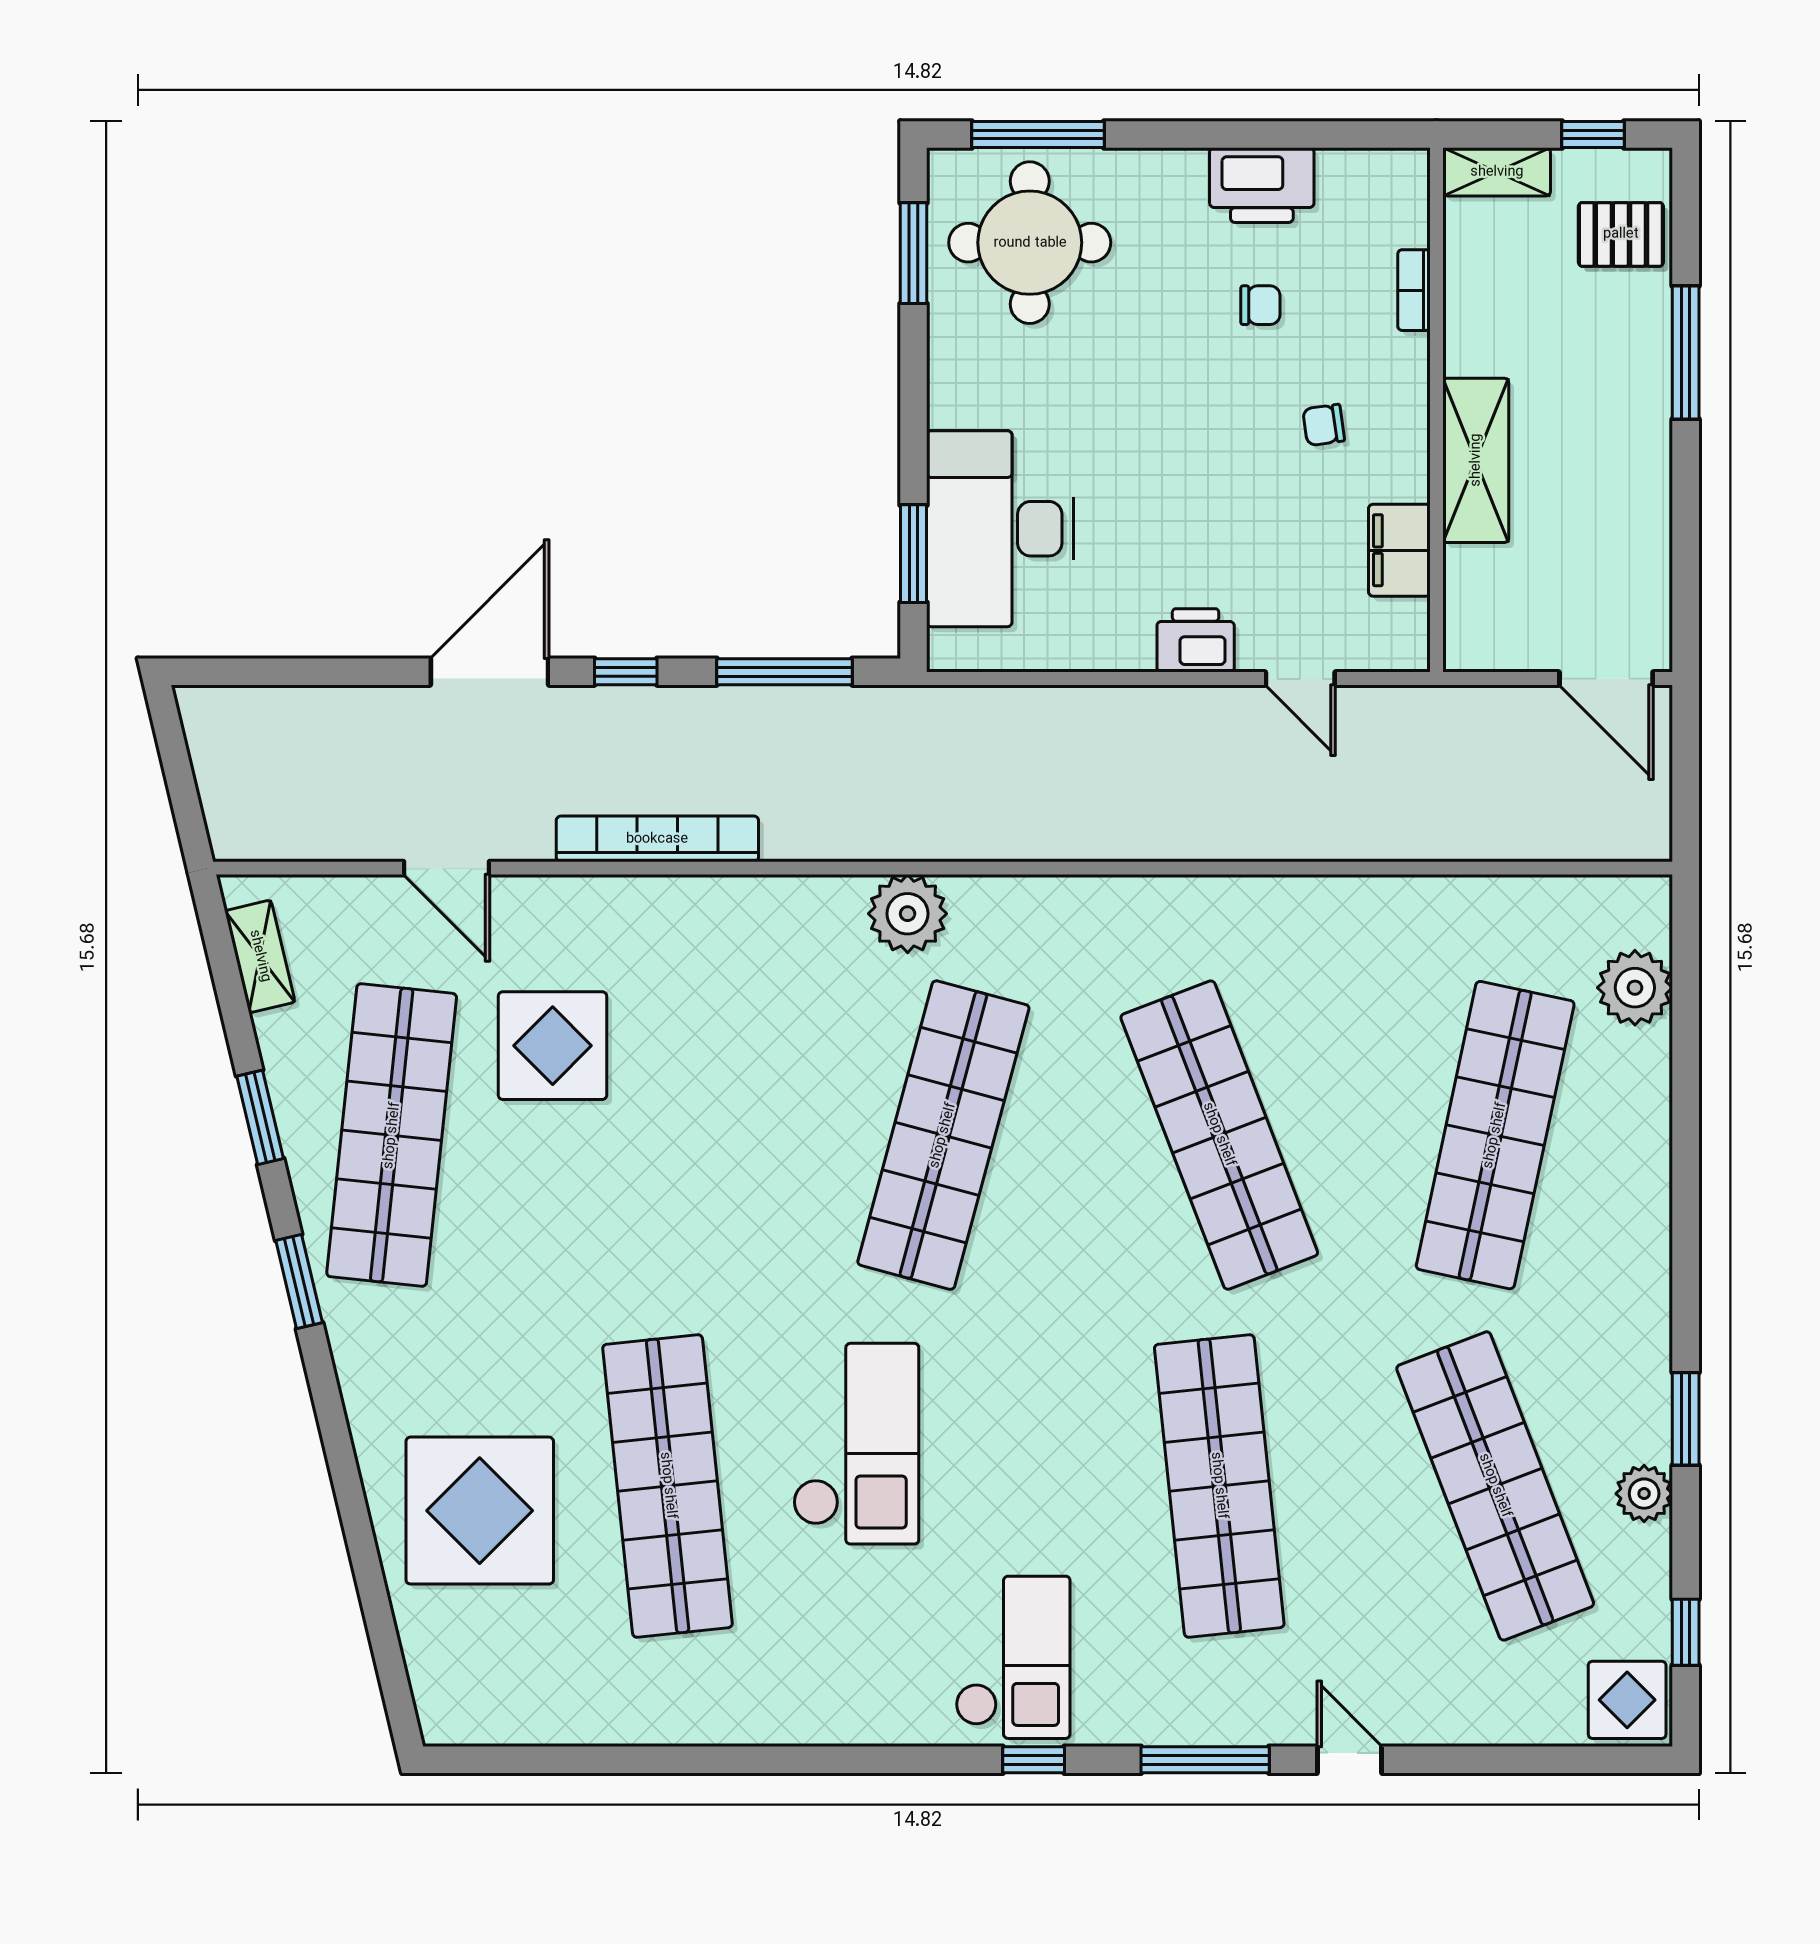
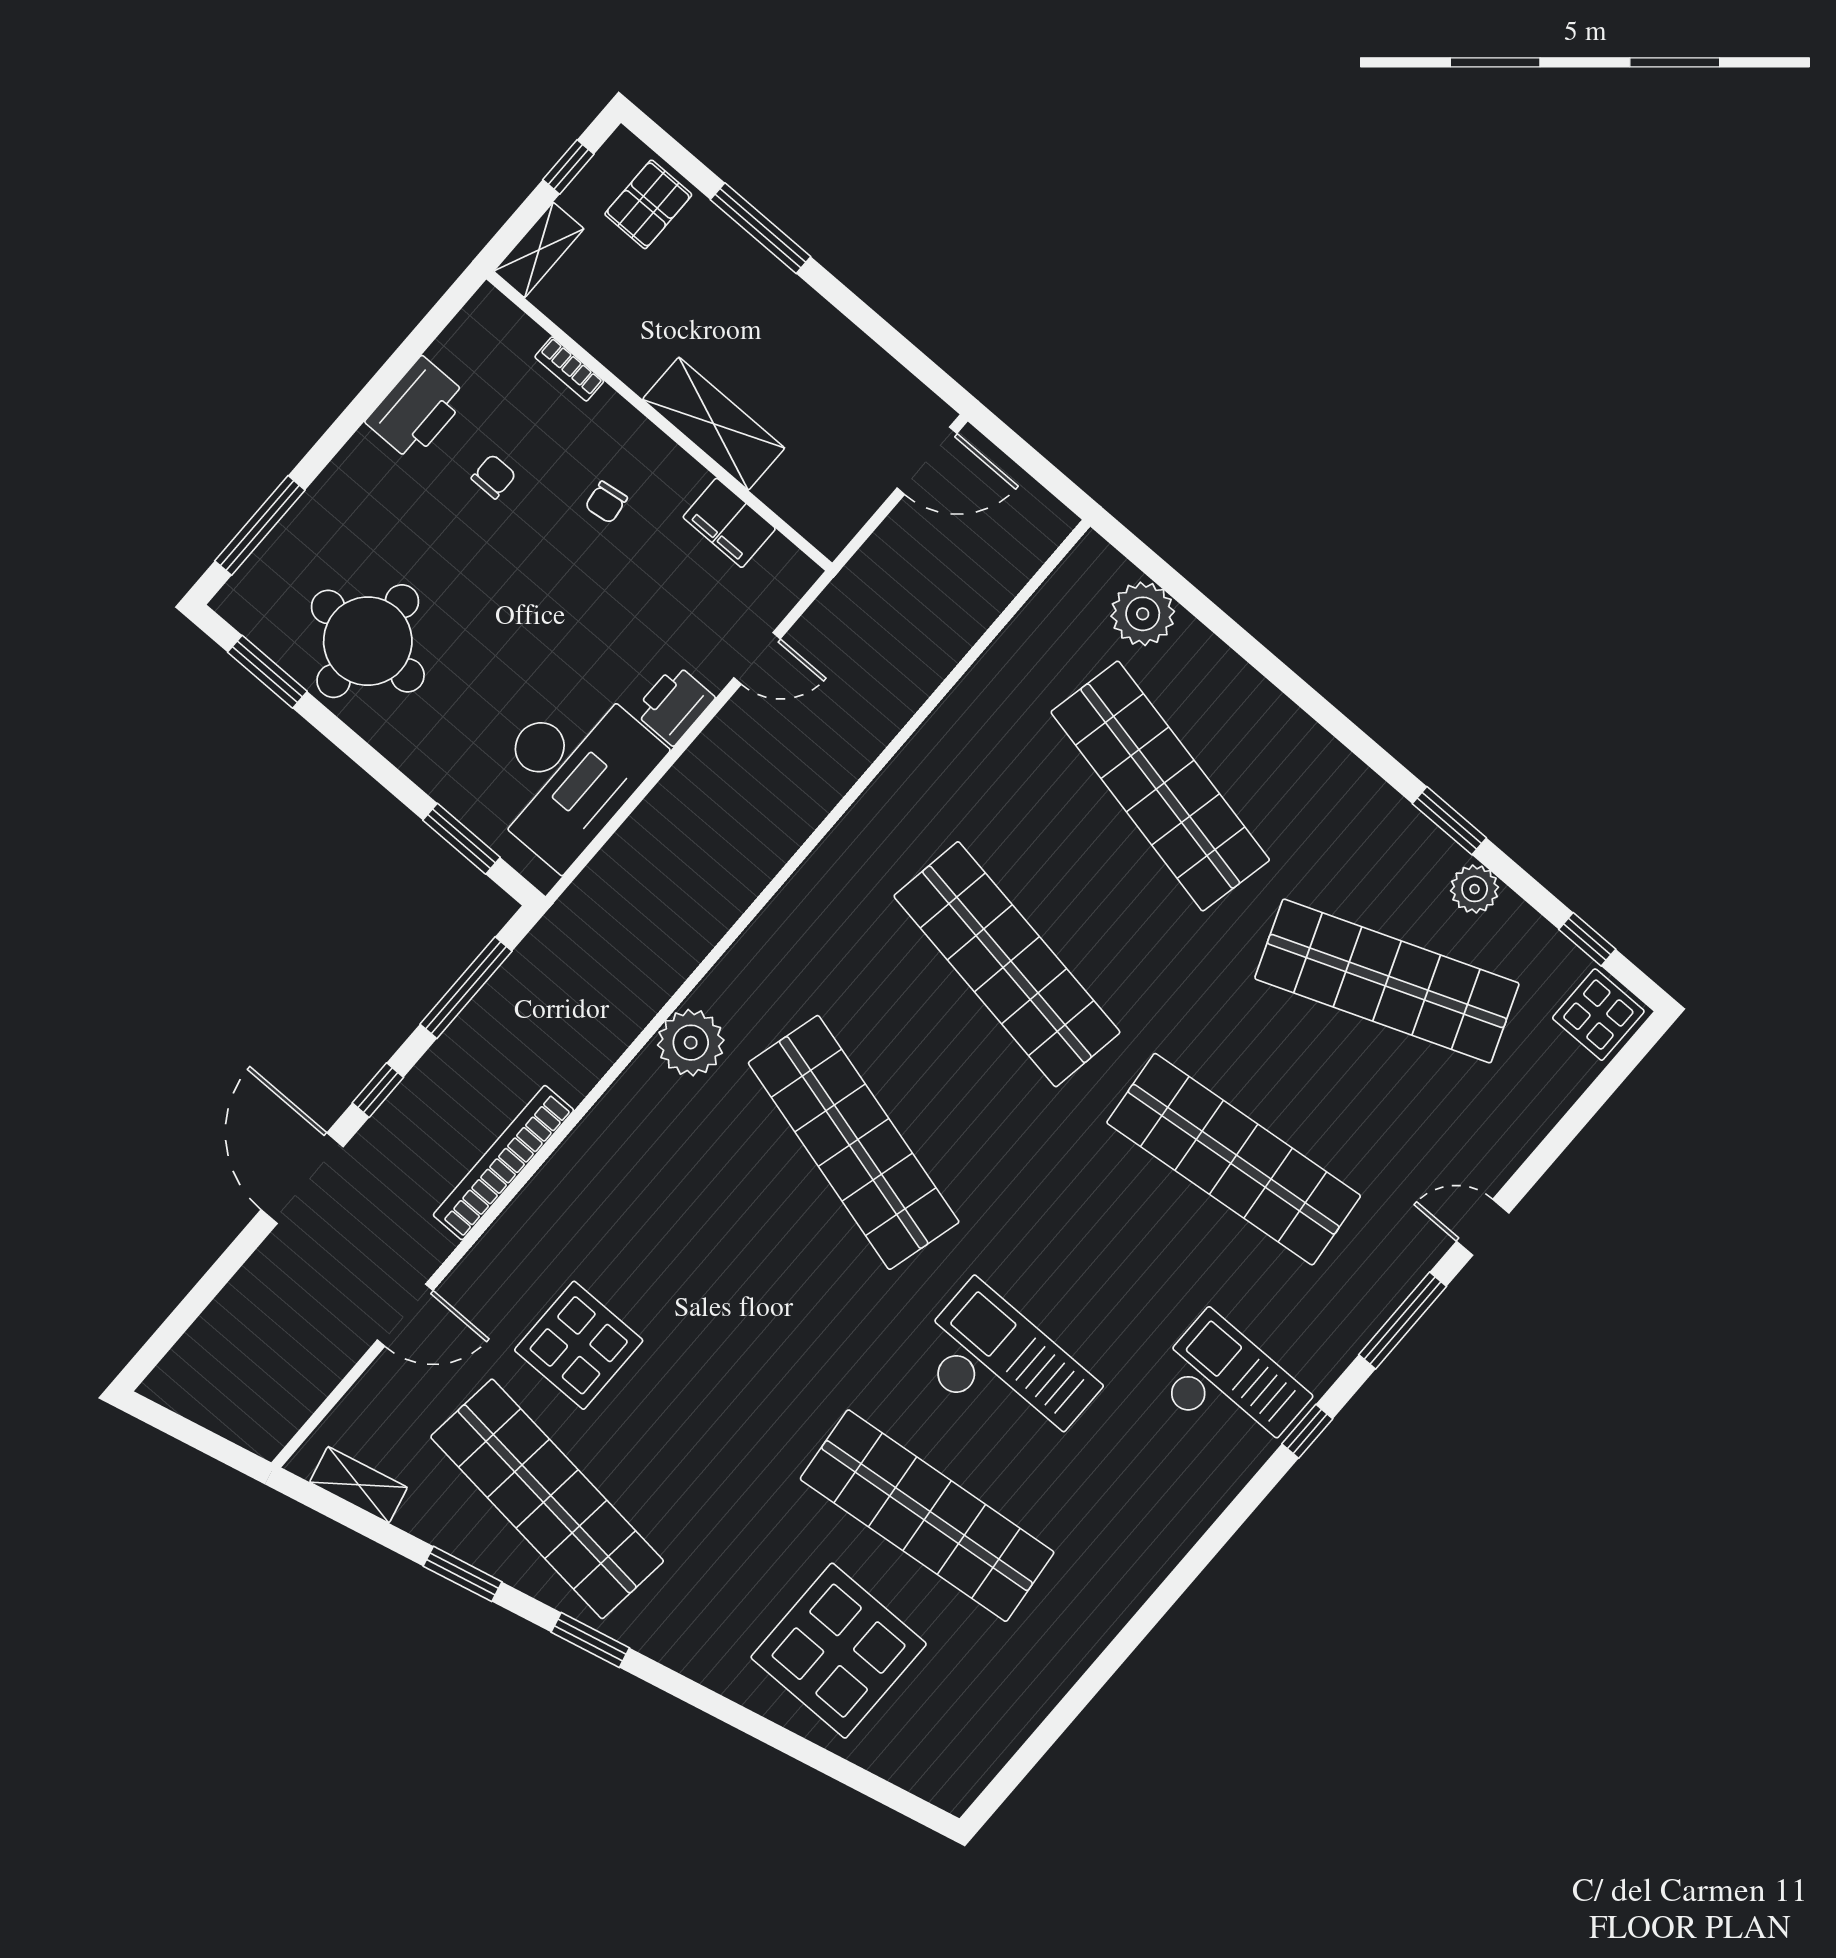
round table: (1030, 243) -> (368, 641), moved
desk: (1000, 529) -> (569, 773), moved, turned -90
shop shelf: (1219, 1135) -> (1007, 964), turned 30

